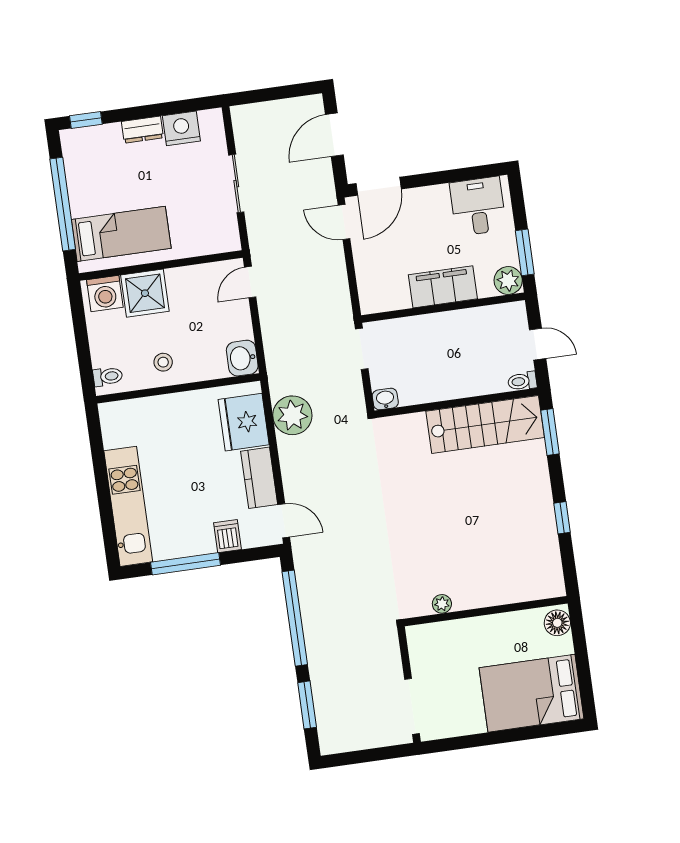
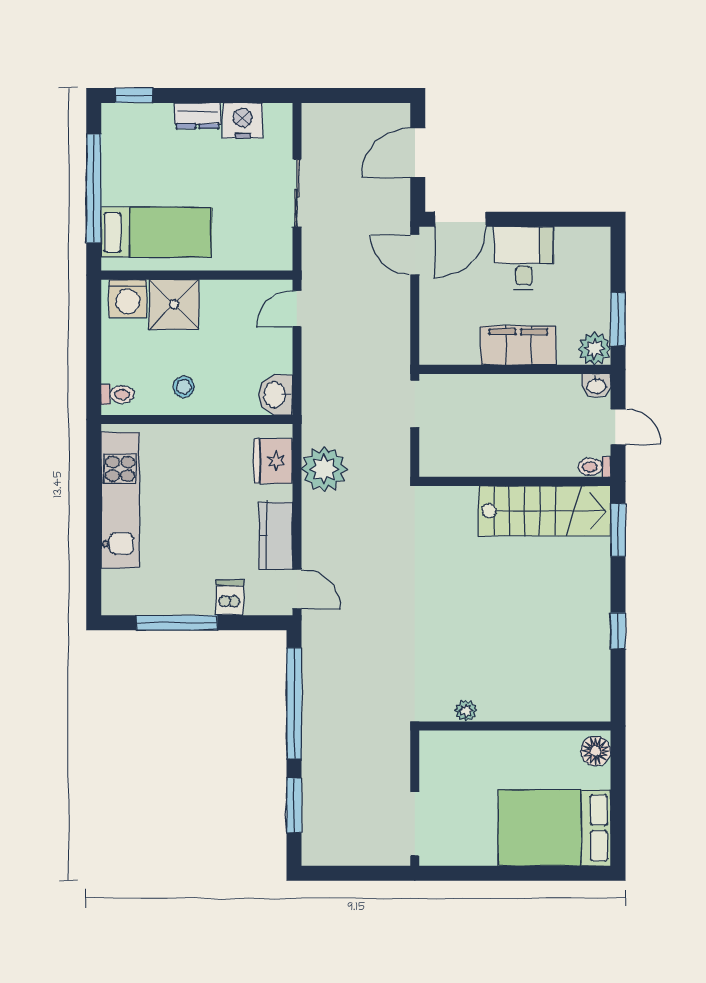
desk: (478, 206) -> (524, 258), moved
washbasin: (385, 399) -> (596, 385), moved, turned 180
fridge: (244, 422) -> (273, 461), width x0.73, depth x0.75
kitchen unit: (128, 506) -> (120, 500), moved

